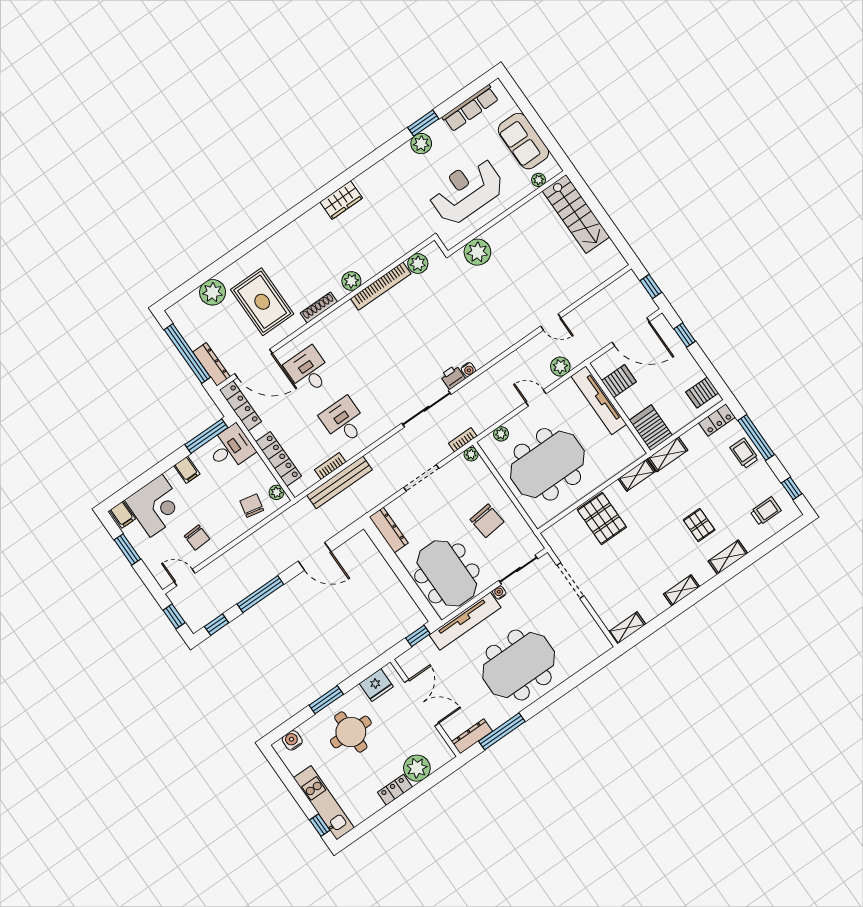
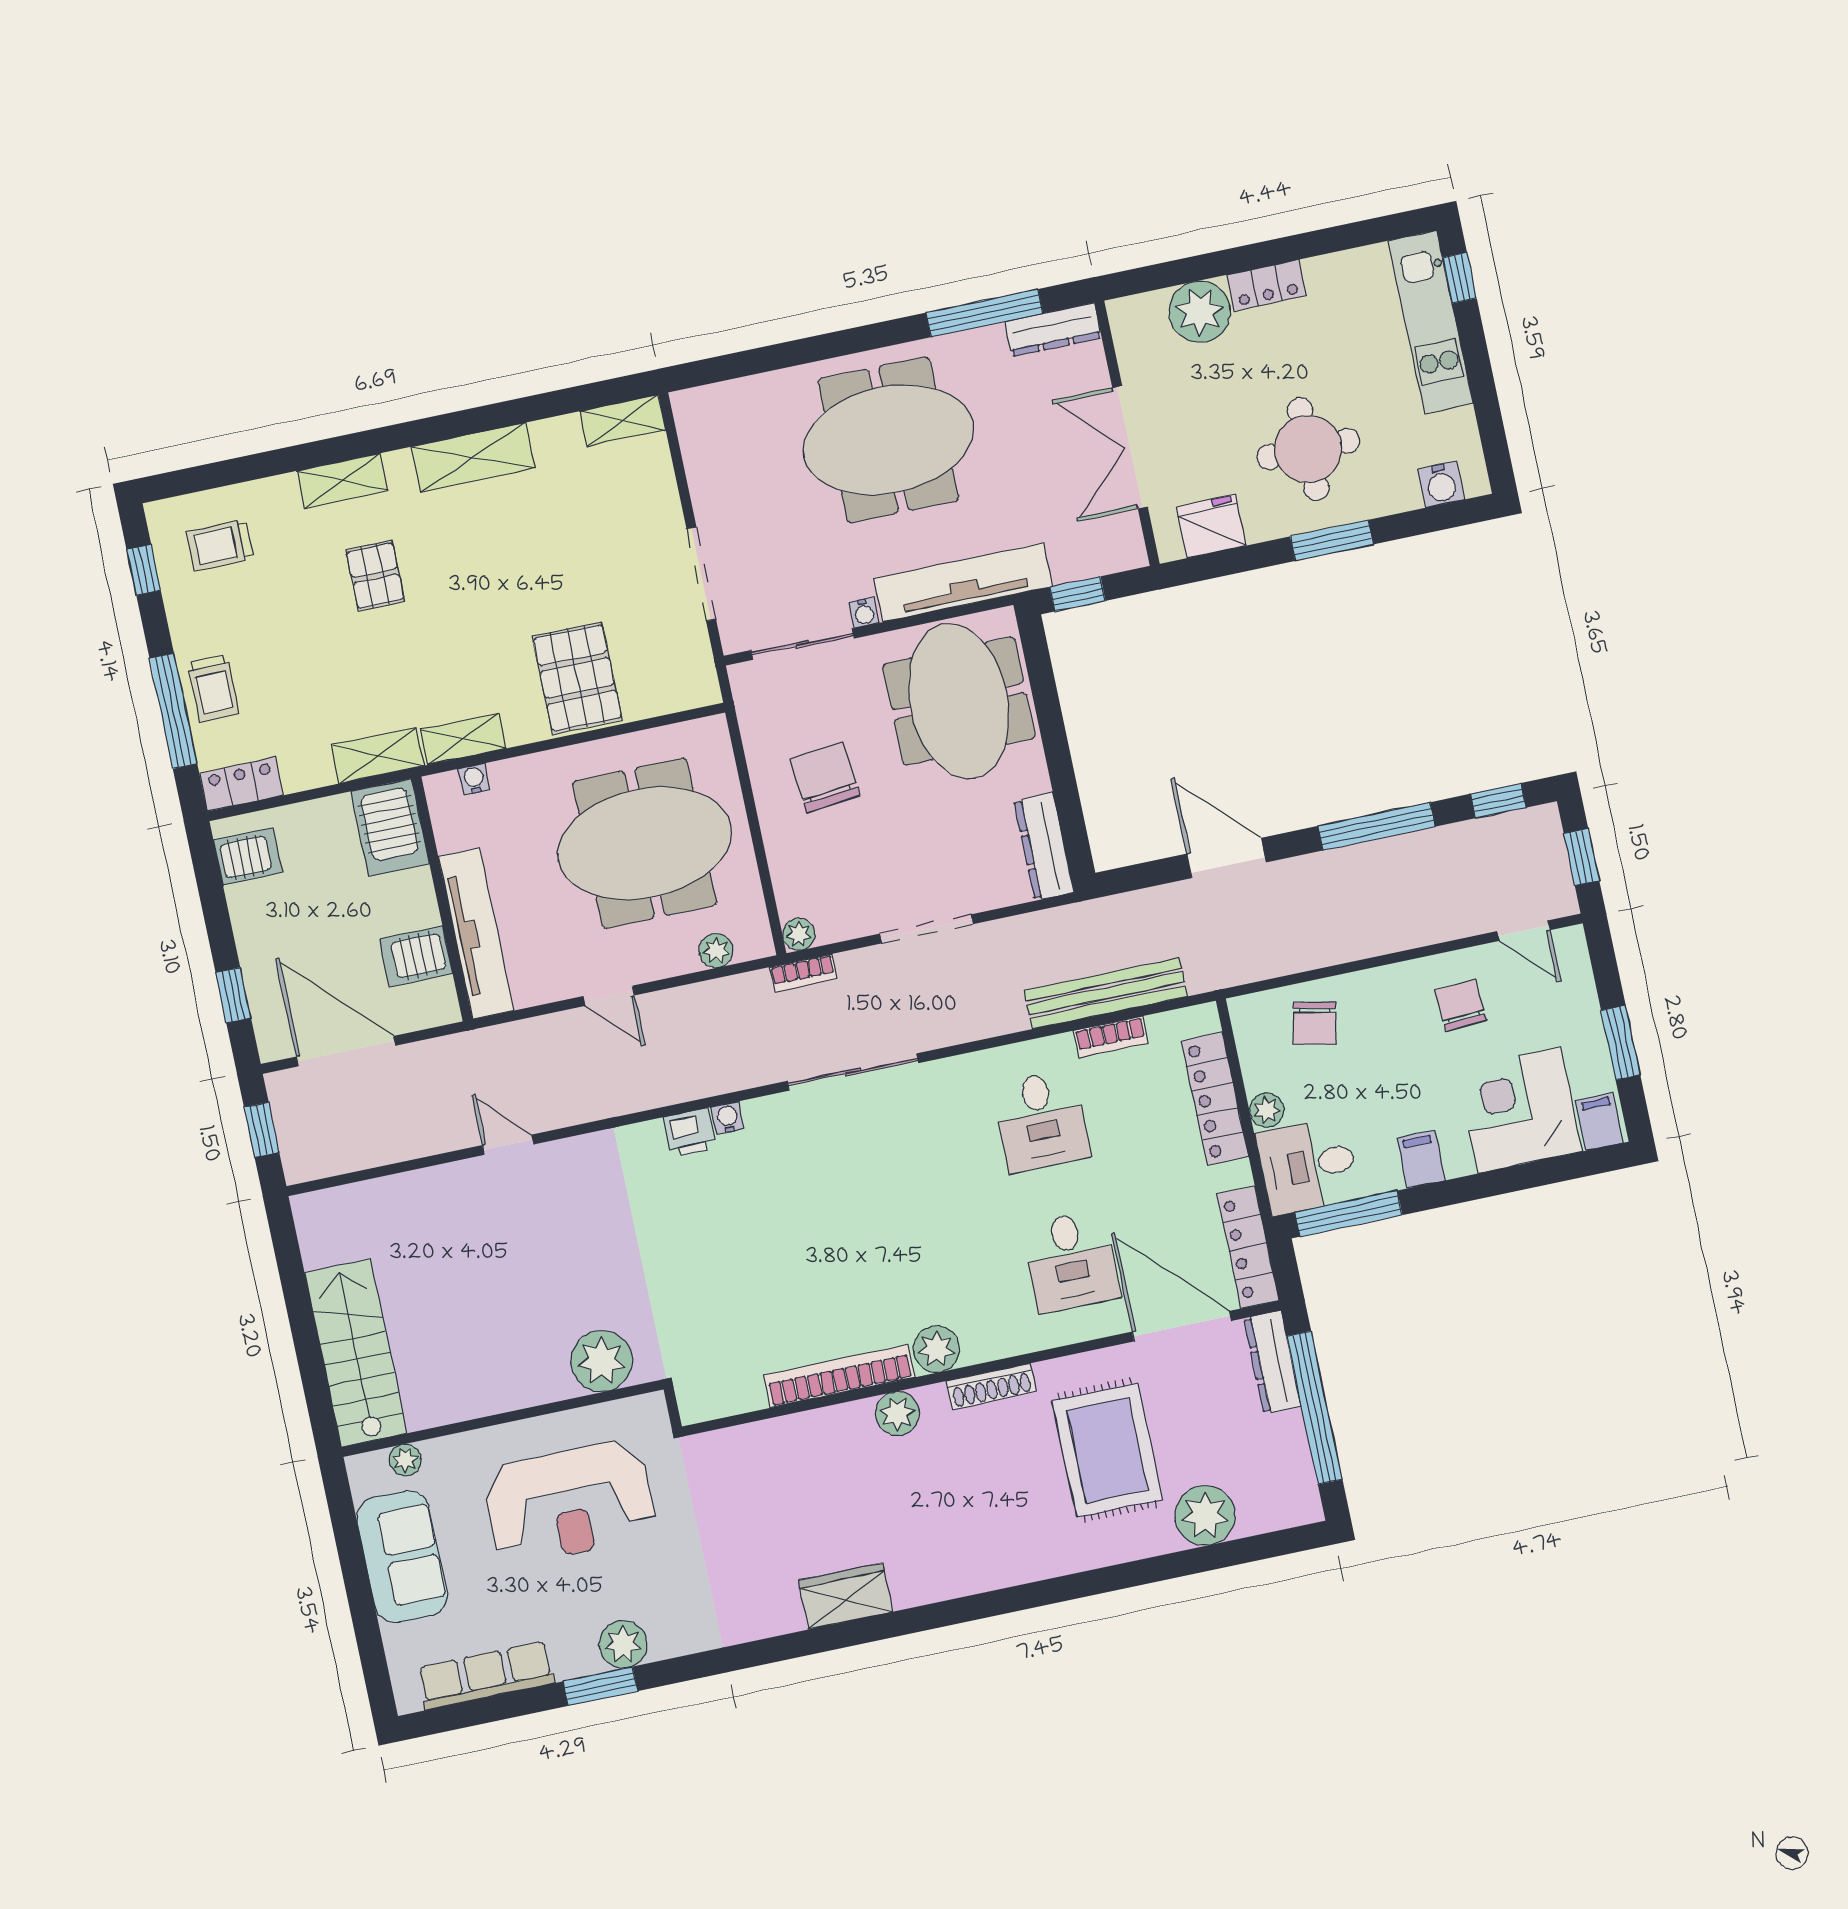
plant: (418, 264) -> (936, 1349), moved
plant: (560, 367) -> (528, 1041), removed
printer: (453, 377) -> (690, 1133), moved
water cooler: (626, 461) -> (474, 779), added
plant: (277, 492) -> (1267, 1110), moved
shelving: (682, 590) -> (473, 457), width x1.50, depth x1.33

